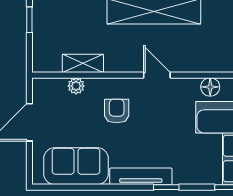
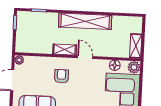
shelving: (83, 63) -> (65, 50), moved
plant: (76, 86) -> (19, 60), moved

